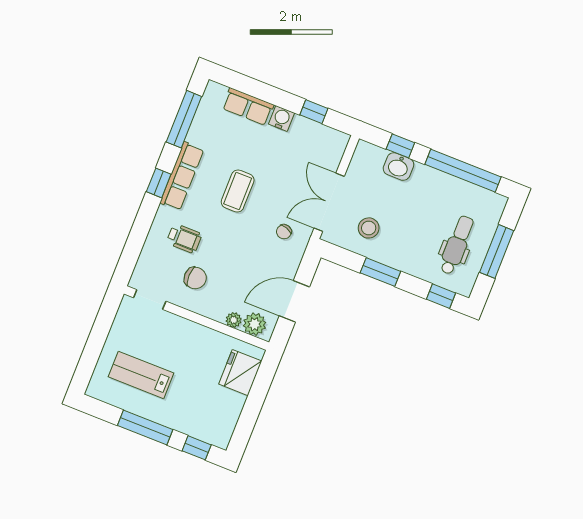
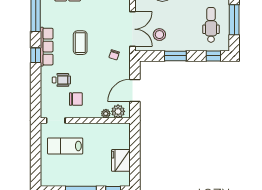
double door: (329, 202) -> (132, 29), swing flipped
fridge: (240, 373) -> (121, 160), moved
lab bench: (141, 375) -> (65, 146), moved

